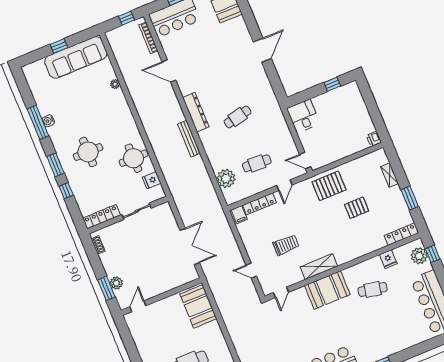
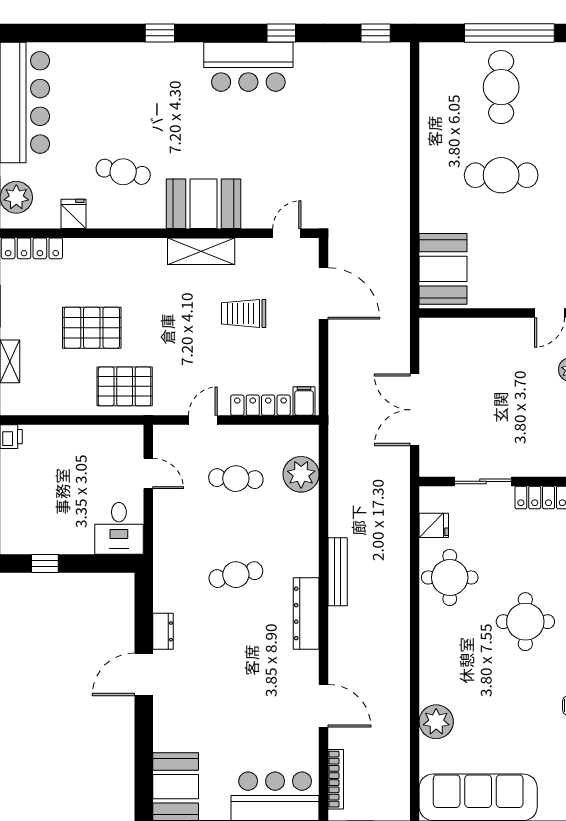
dresser: (262, 75) -> (163, 631), added
plant: (115, 84) -> (436, 722), width x1.88, depth x1.88
door: (305, 161) -> (148, 473), moved
pallet: (357, 208) -> (92, 328), width x1.50, depth x1.42
double door: (190, 246) -> (415, 410), moved
door: (251, 271) -> (324, 293), width x1.87

